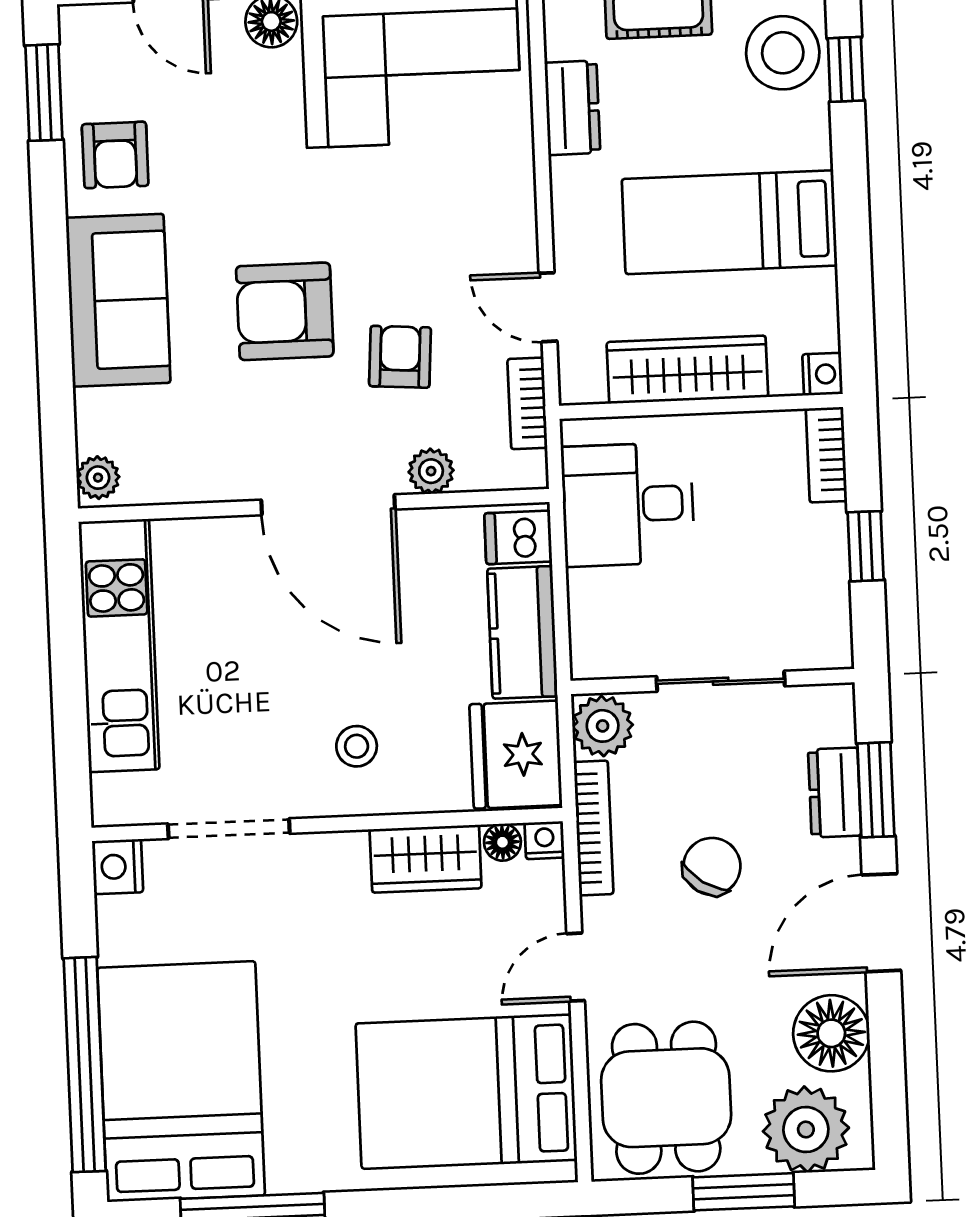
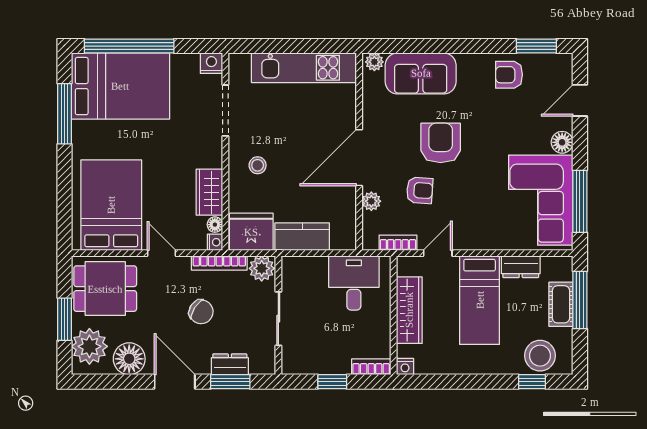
bed: (729, 222) -> (480, 300), moved, turned 180
sofa: (118, 300) -> (421, 73), moved
dishwasher: (518, 537) -> (342, 236), removed

